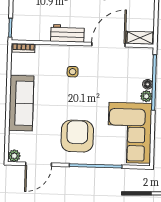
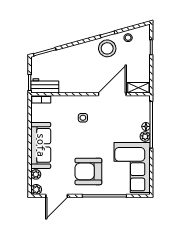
workbench: (67, 33) -> (45, 86), moved
armchair: (77, 136) -> (88, 171), turned -90
plant: (14, 138) -> (36, 174), added

